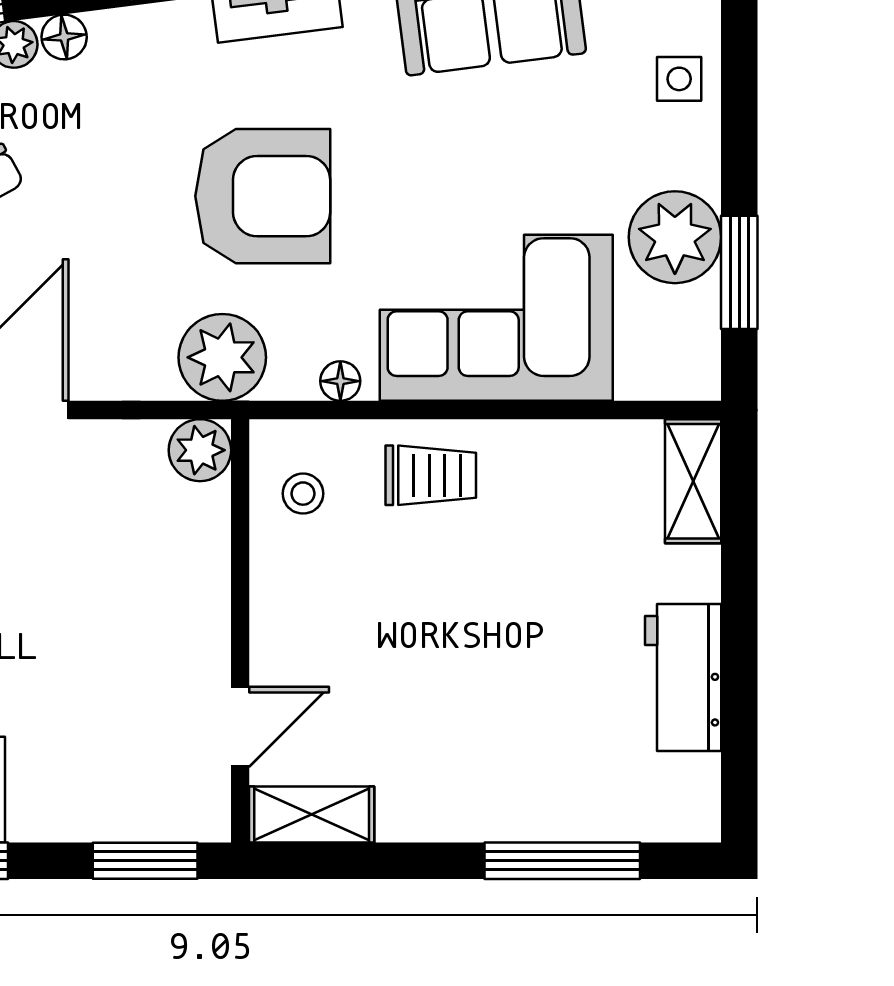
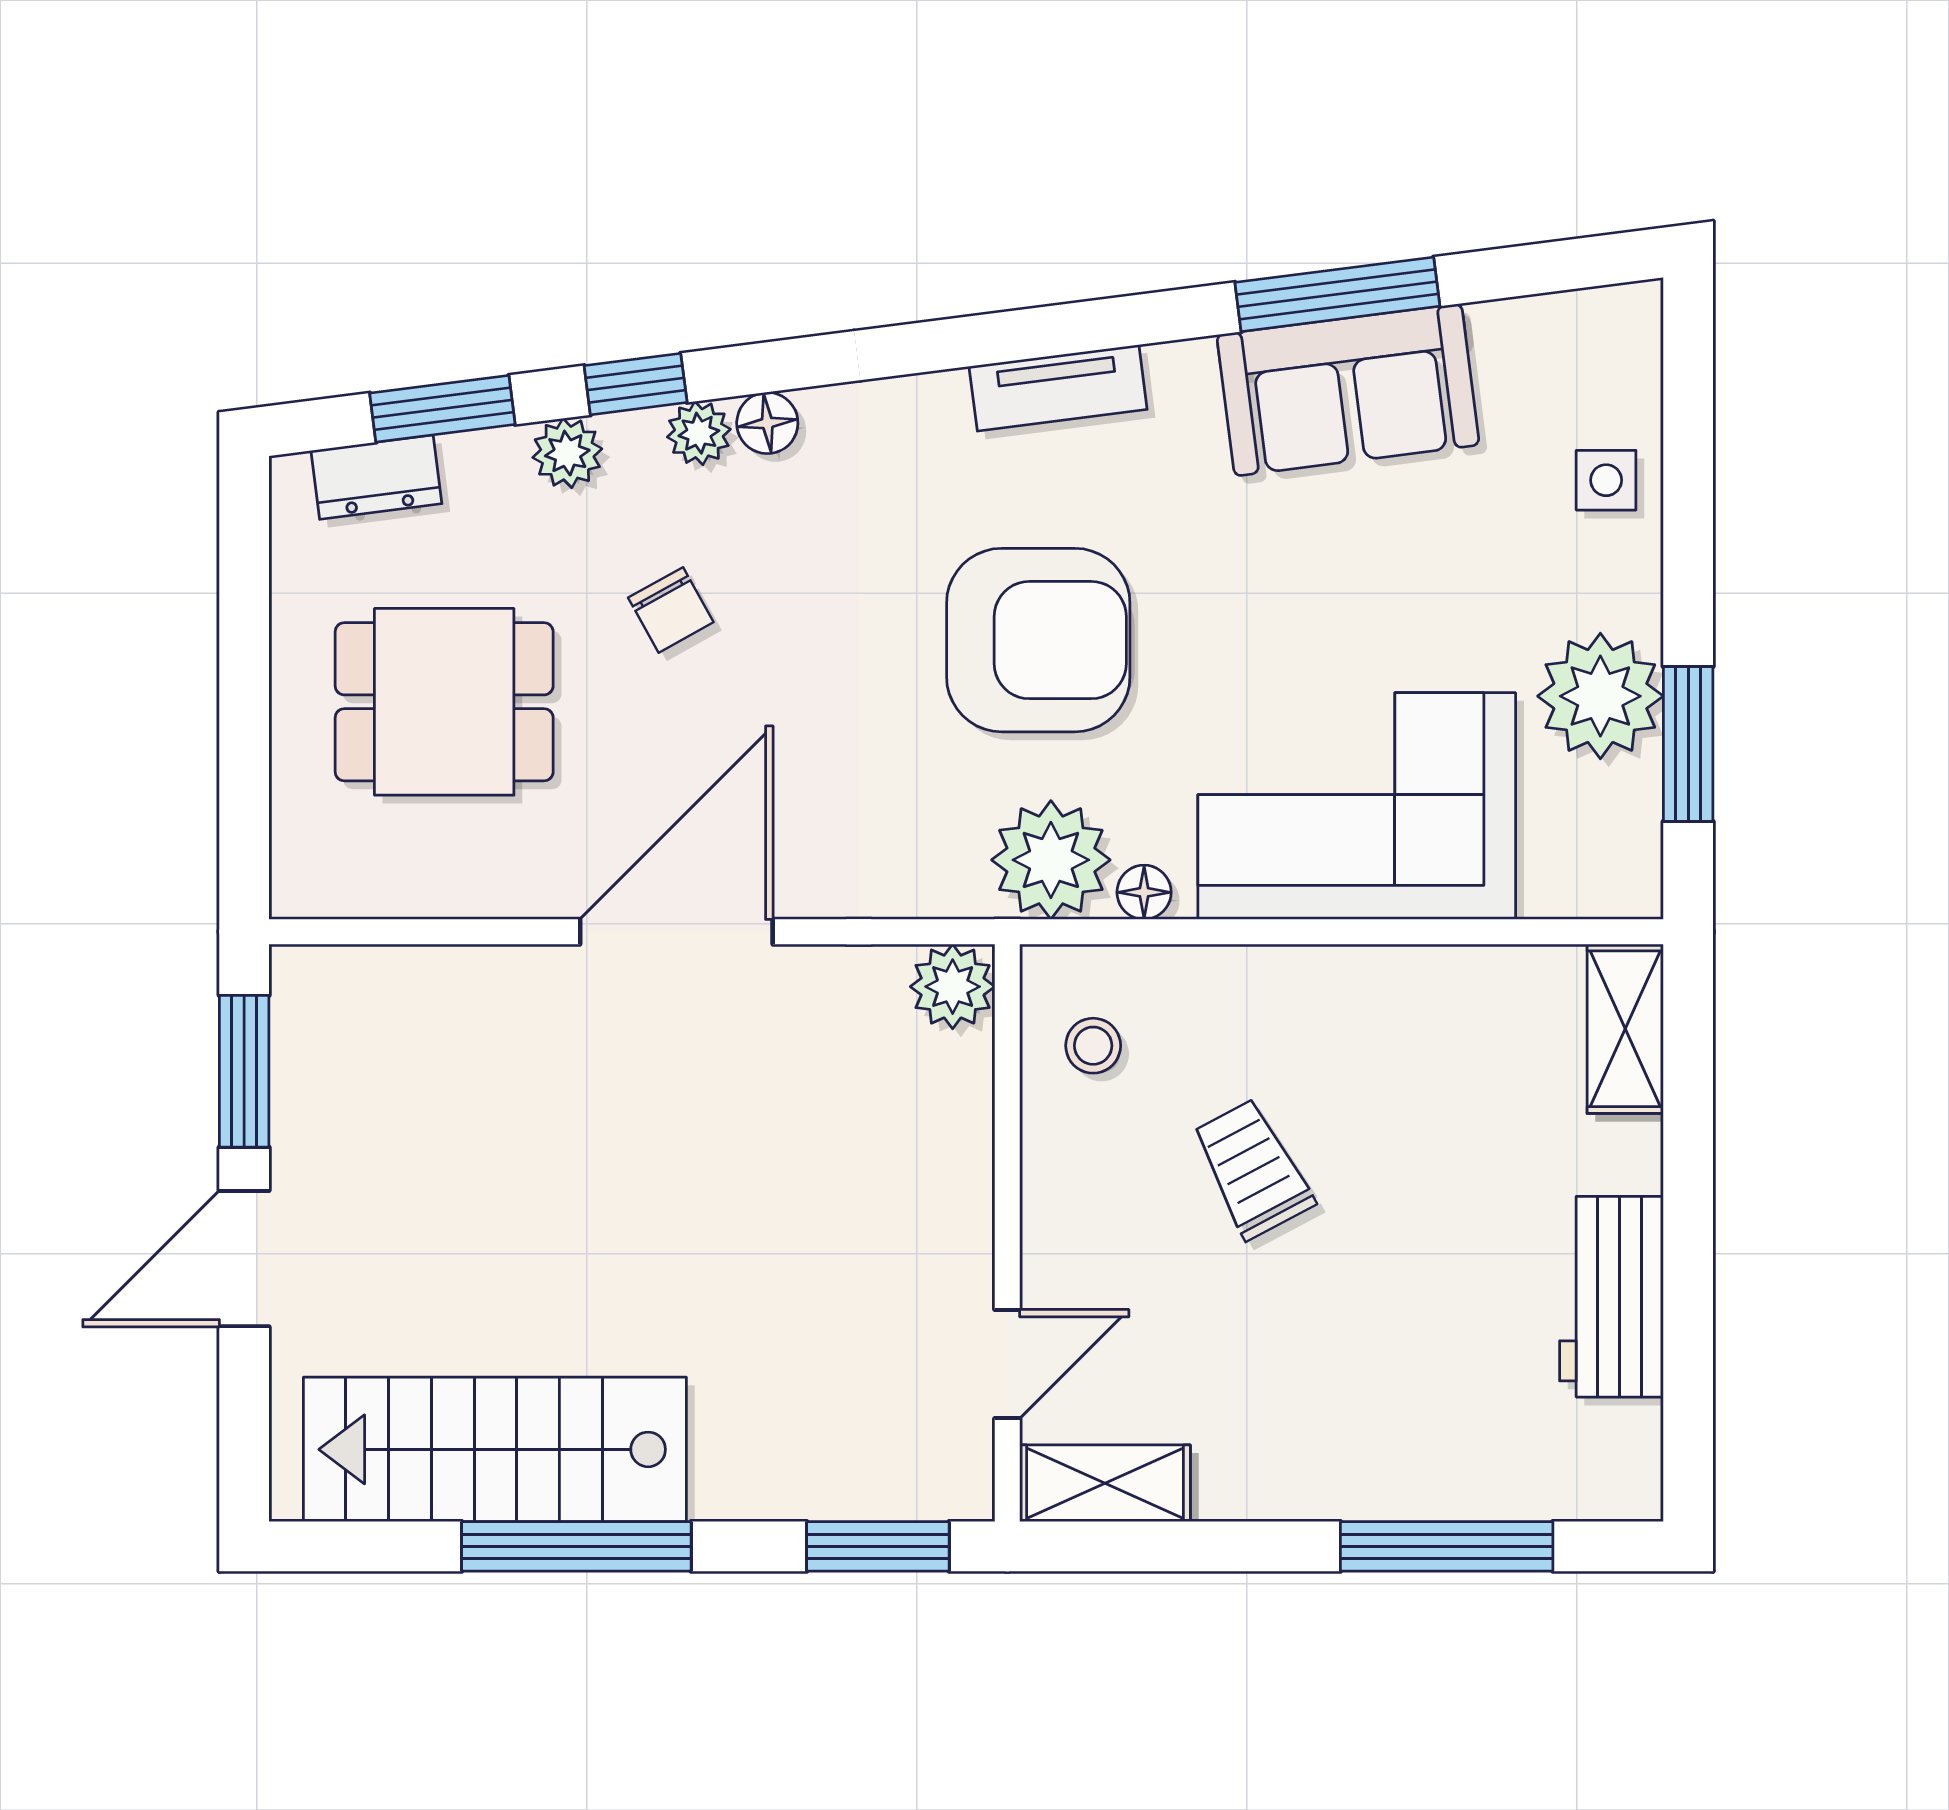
plant: (222, 357) -> (1051, 860), moved
trolley: (431, 475) -> (1253, 1169), moved, turned -118

